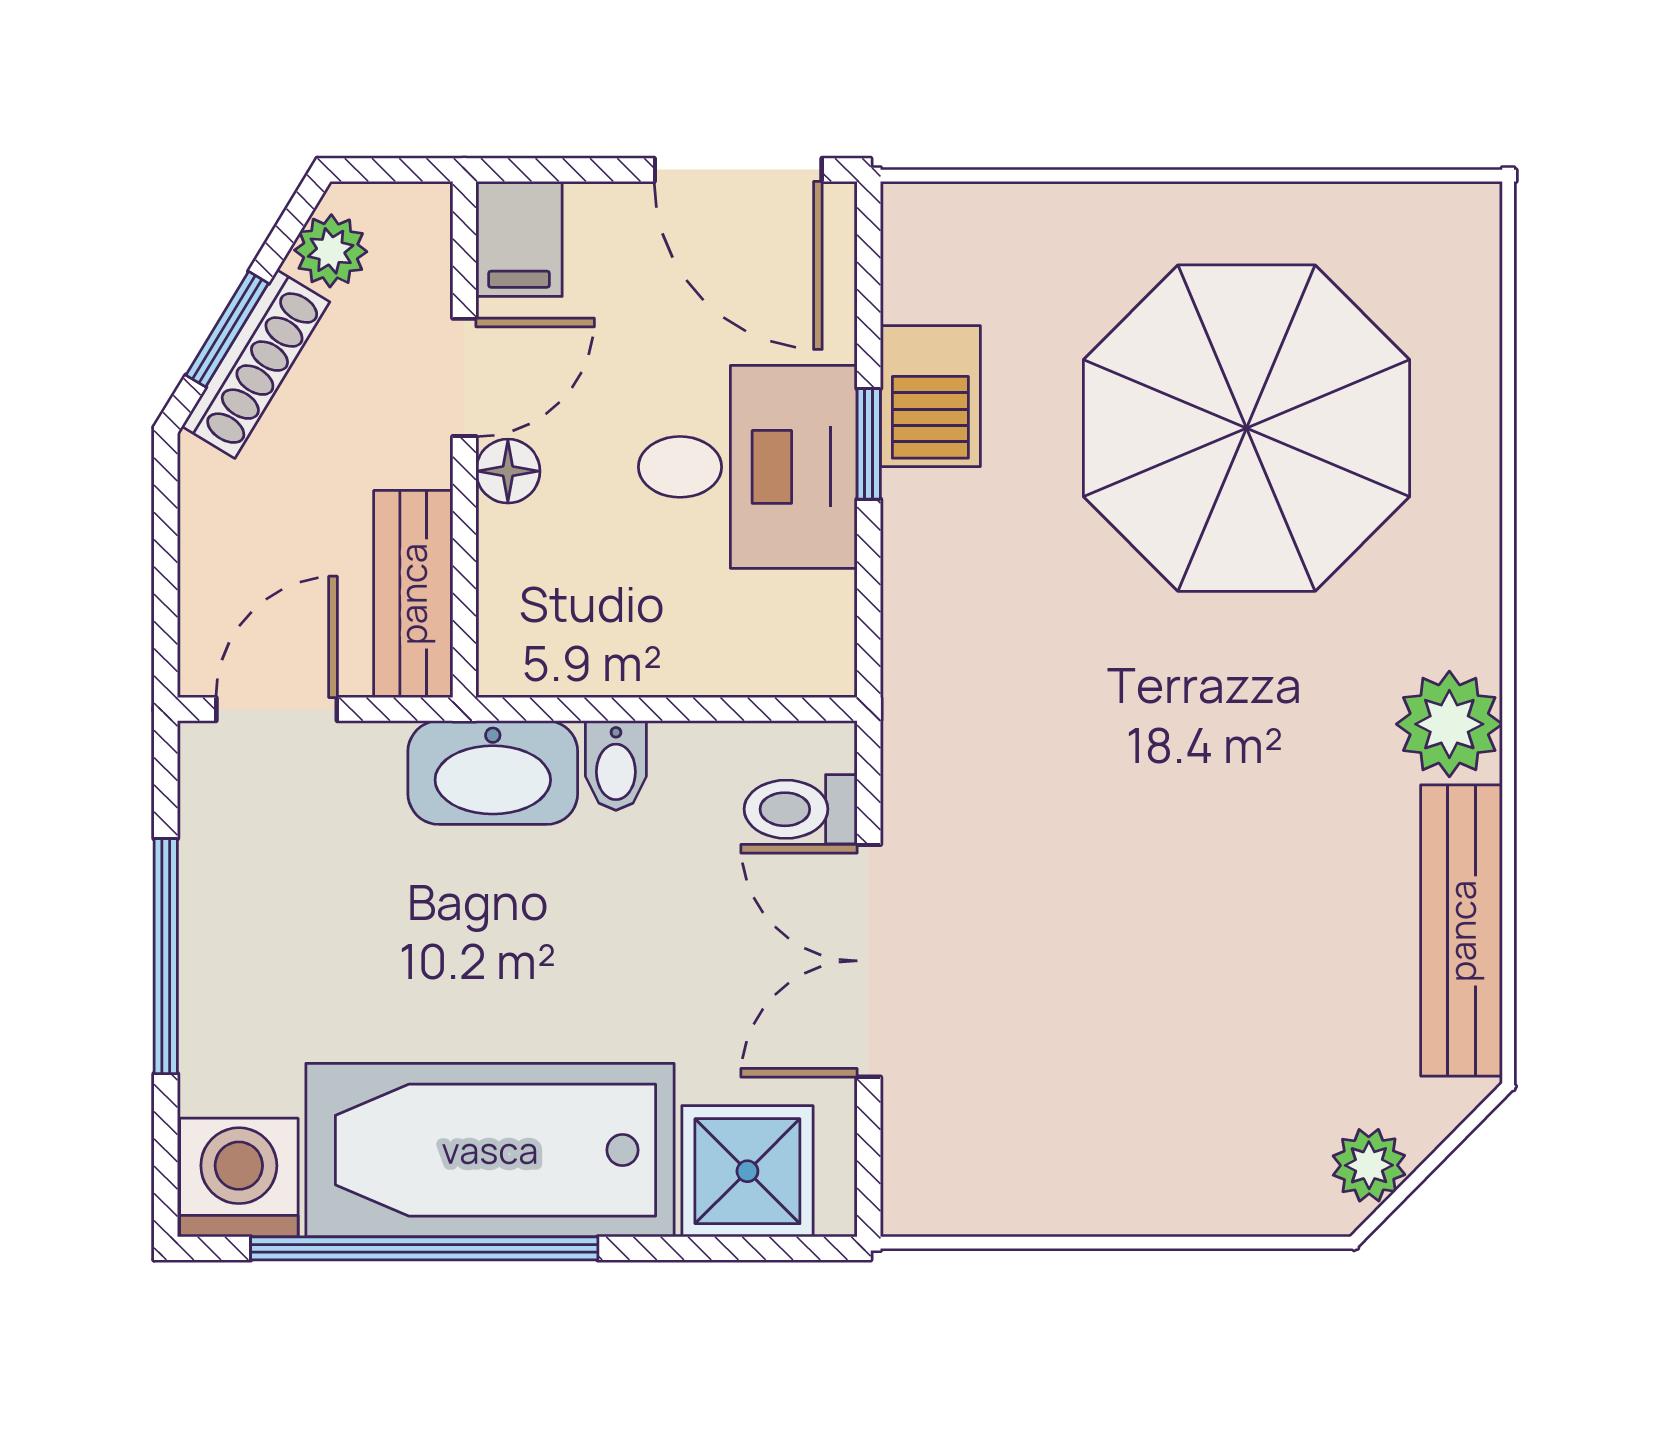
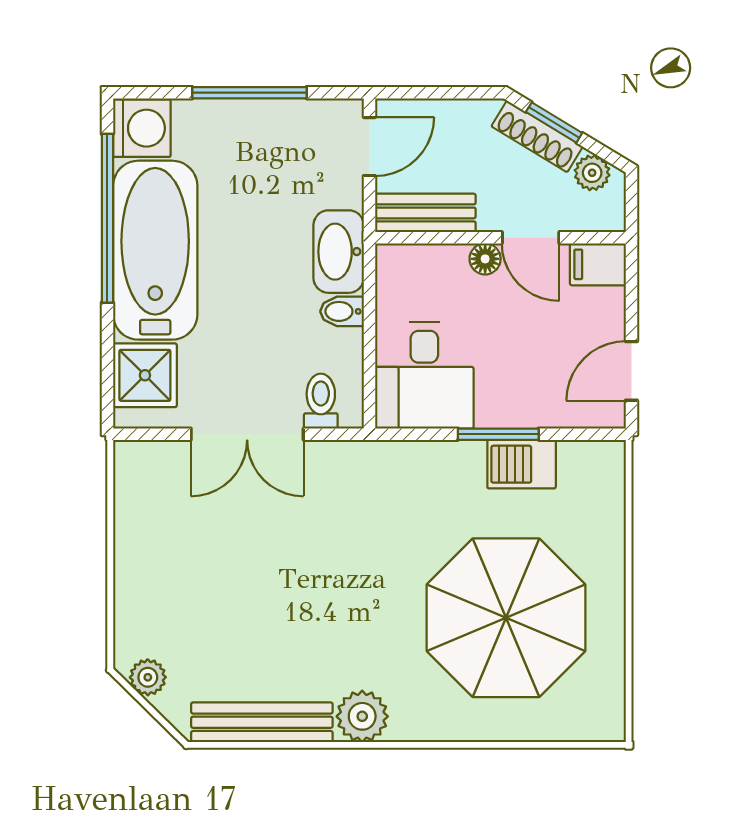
door: (738, 170) -> (631, 371), width x0.73
window: (869, 444) -> (498, 434), width x1.50
desk: (748, 467) -> (424, 375), moved
door: (277, 709) -> (369, 147), hinge flipped
double door: (869, 961) -> (247, 434), swing flipped

